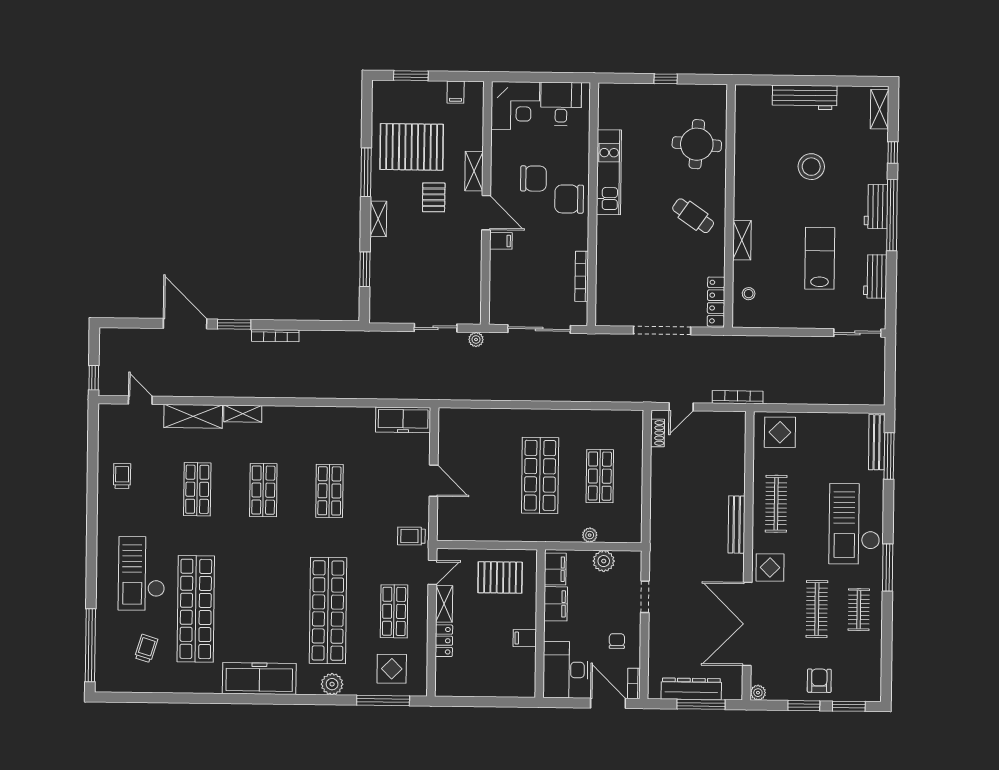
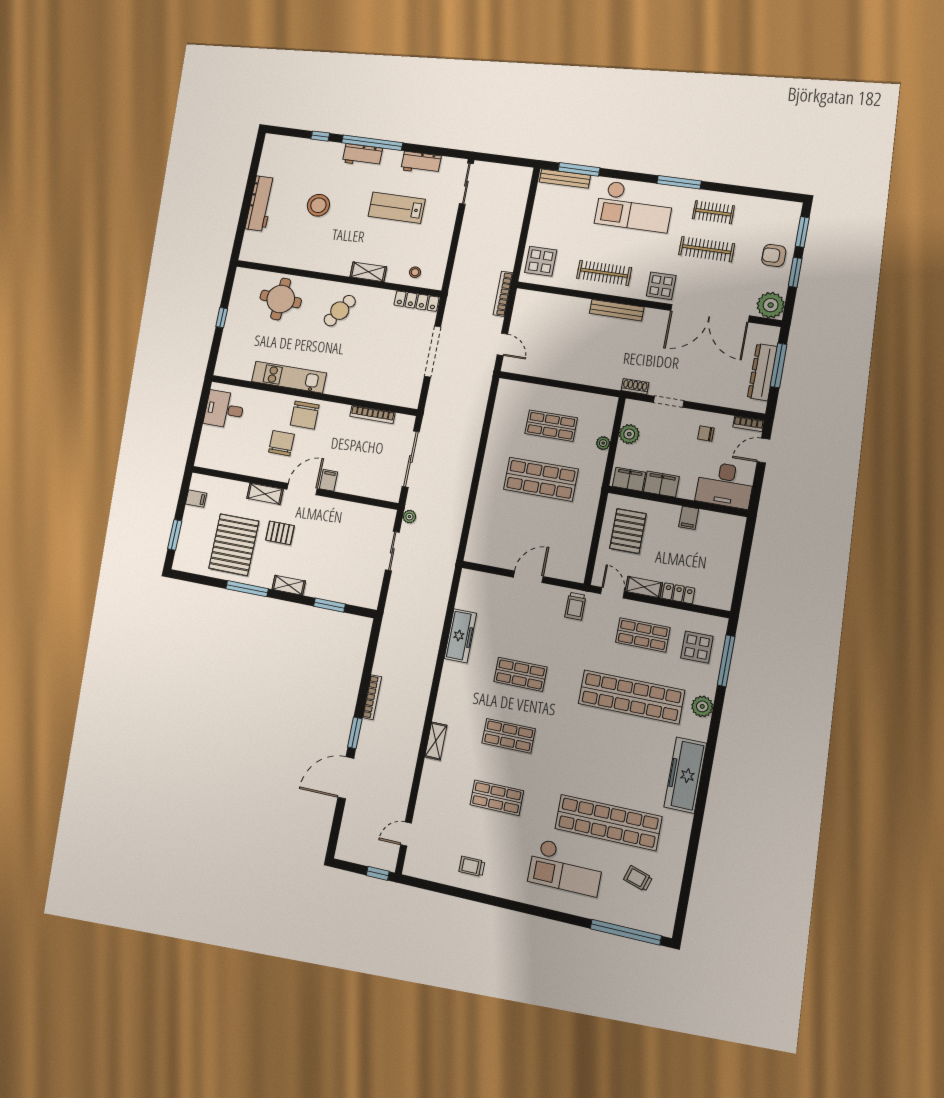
corner desk: (515, 106) -> (218, 449), removed
shelving: (880, 109) -> (283, 143), removed
shelving: (193, 416) -> (430, 788), removed
freezer: (403, 420) -> (460, 636), moved
shoe rack: (658, 433) -> (635, 387), moved
plant: (758, 693) -> (771, 305), width x1.88, depth x1.88
door: (608, 703) -> (763, 451), width x0.73

